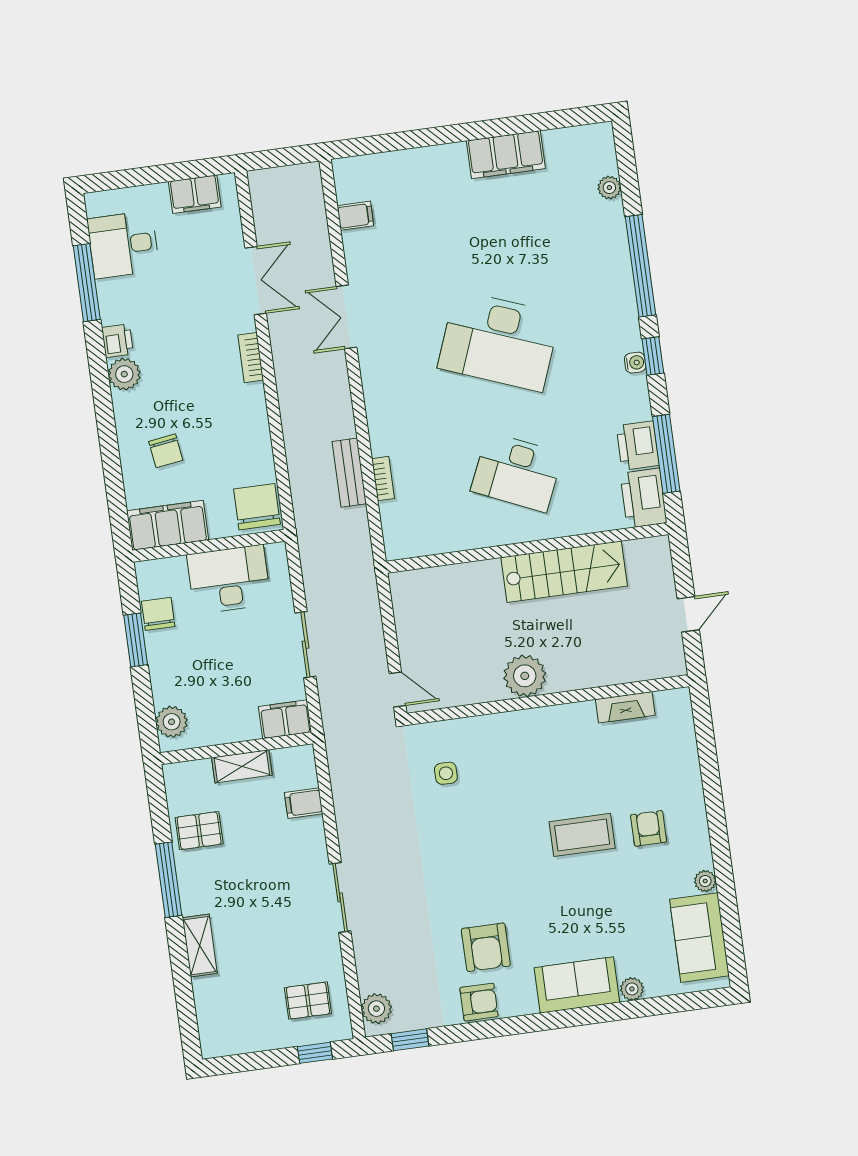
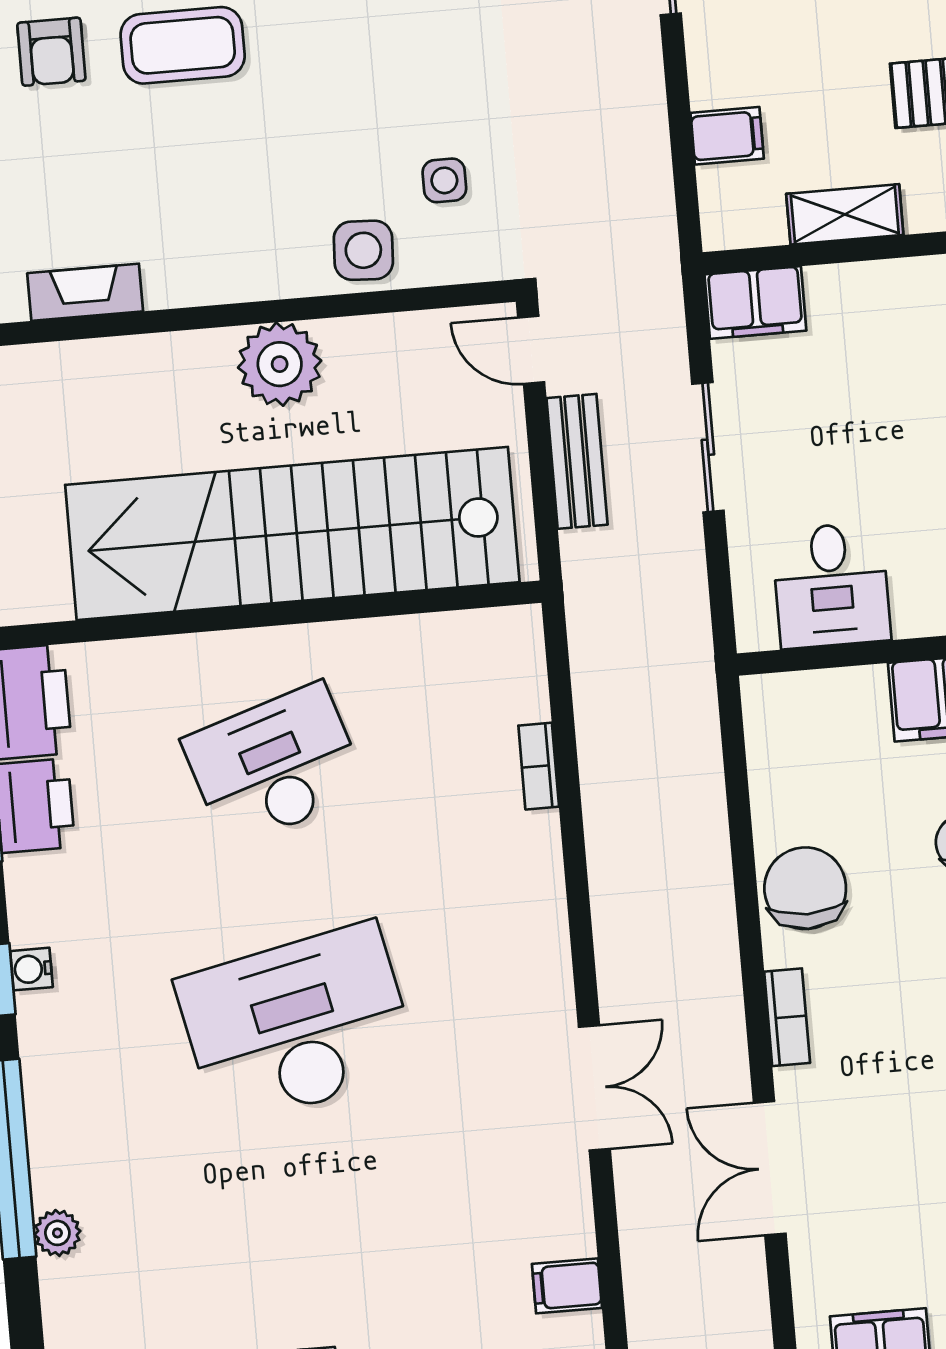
plant: (609, 188) -> (57, 1233), moved
desk: (499, 341) -> (297, 1025), turned -33
desk: (517, 472) -> (275, 765), turned -42
bench: (349, 473) -> (577, 461), moved
chair: (257, 507) -> (805, 888), moved, turned 180
stairs: (564, 572) -> (292, 533), width x1.86, depth x1.51
desk: (229, 579) -> (831, 585), width x0.73
side table: (485, 736) -> (363, 250), added

